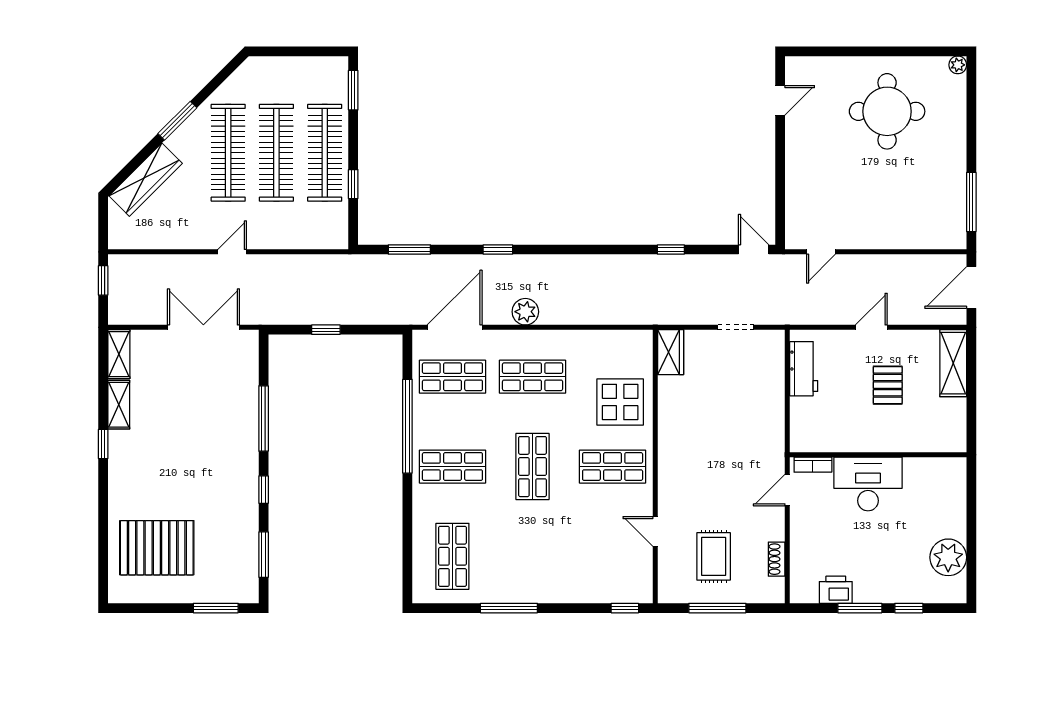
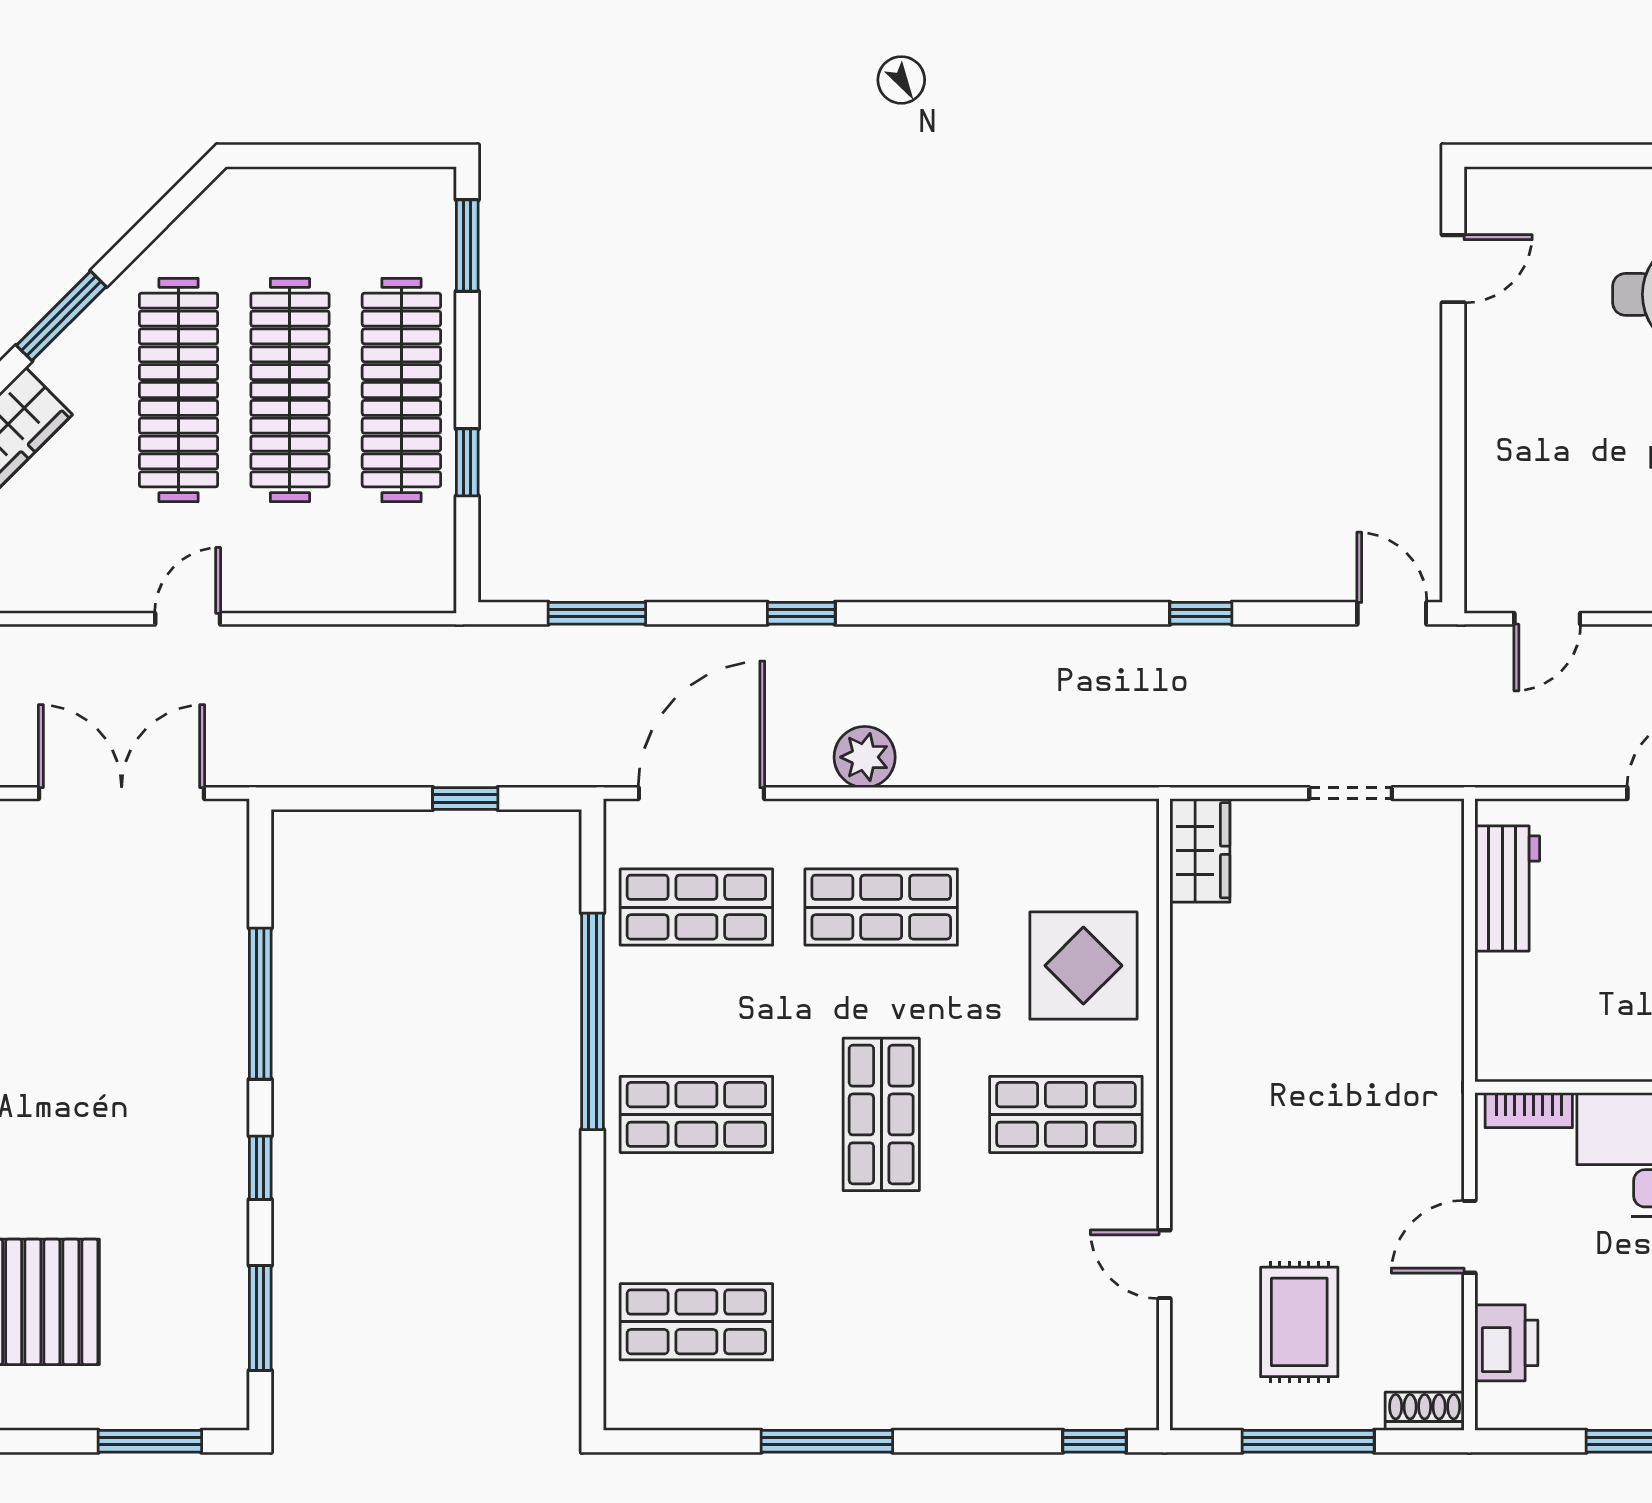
window: (326, 330) -> (465, 799), moved
door: (787, 490) -> (1469, 1237), moved
shop shelf: (452, 556) -> (696, 1322), turned 90
shoe rack: (777, 559) -> (1425, 1411), moved, turned 90
printer: (836, 590) -> (1506, 1343), moved, turned 90

